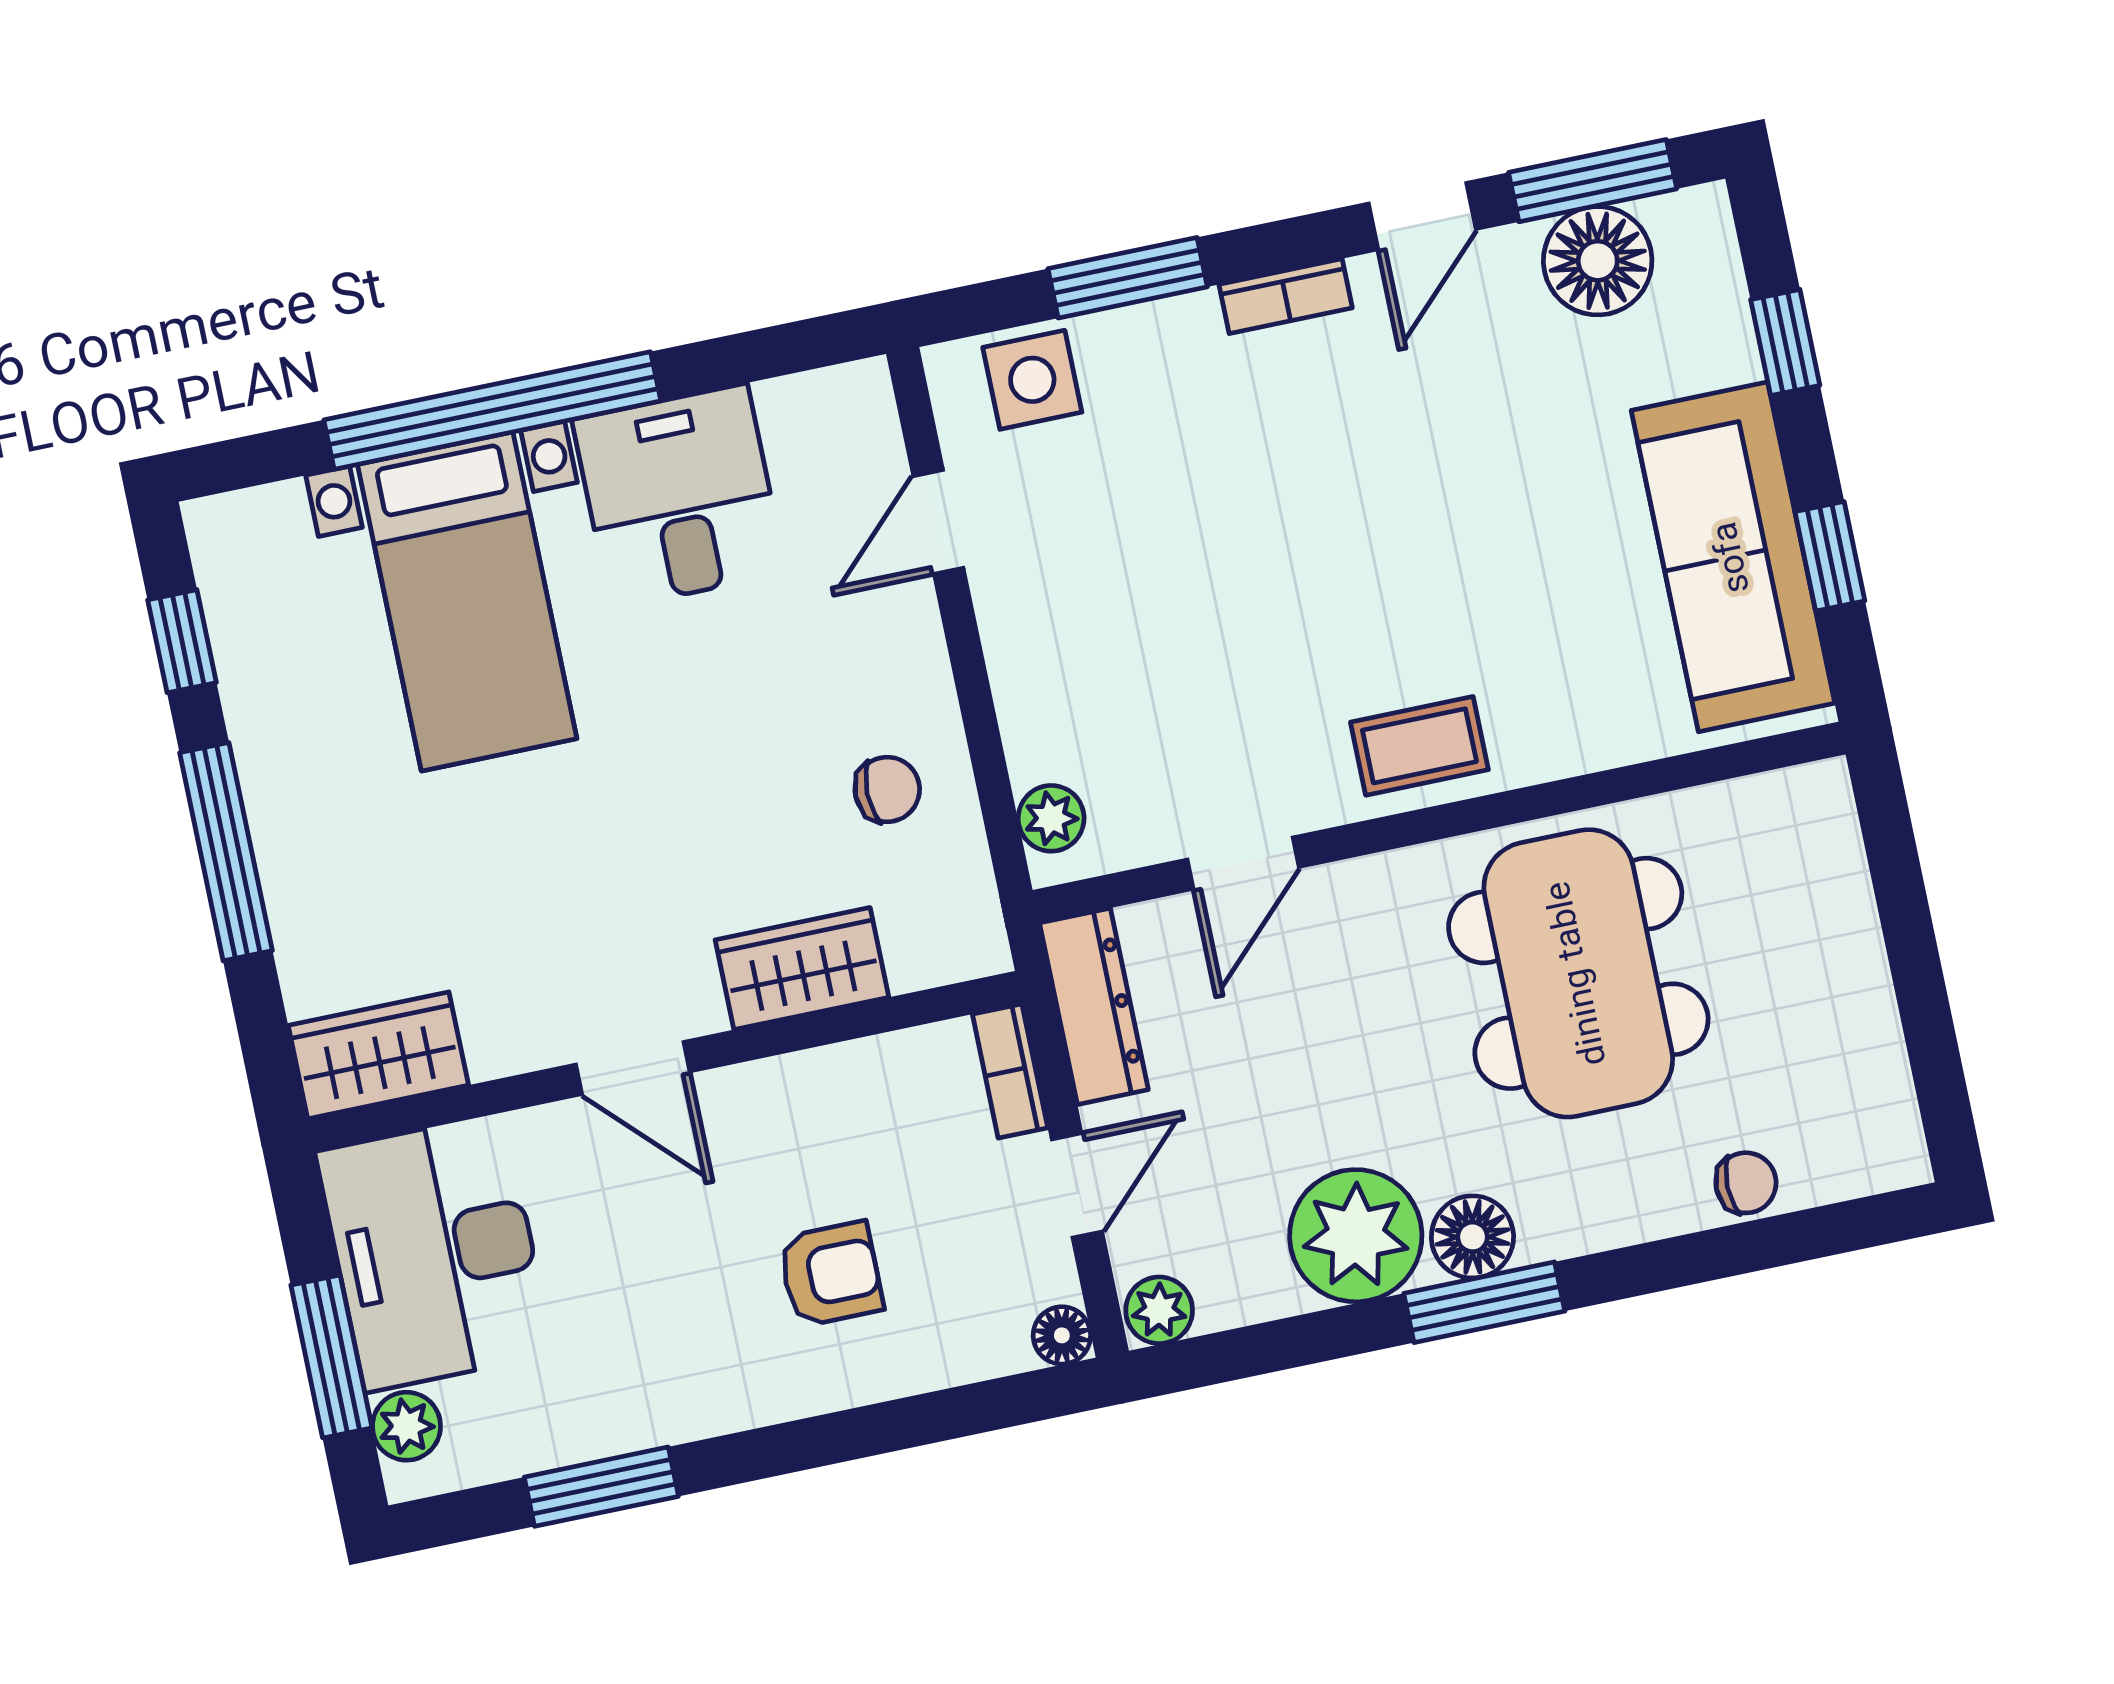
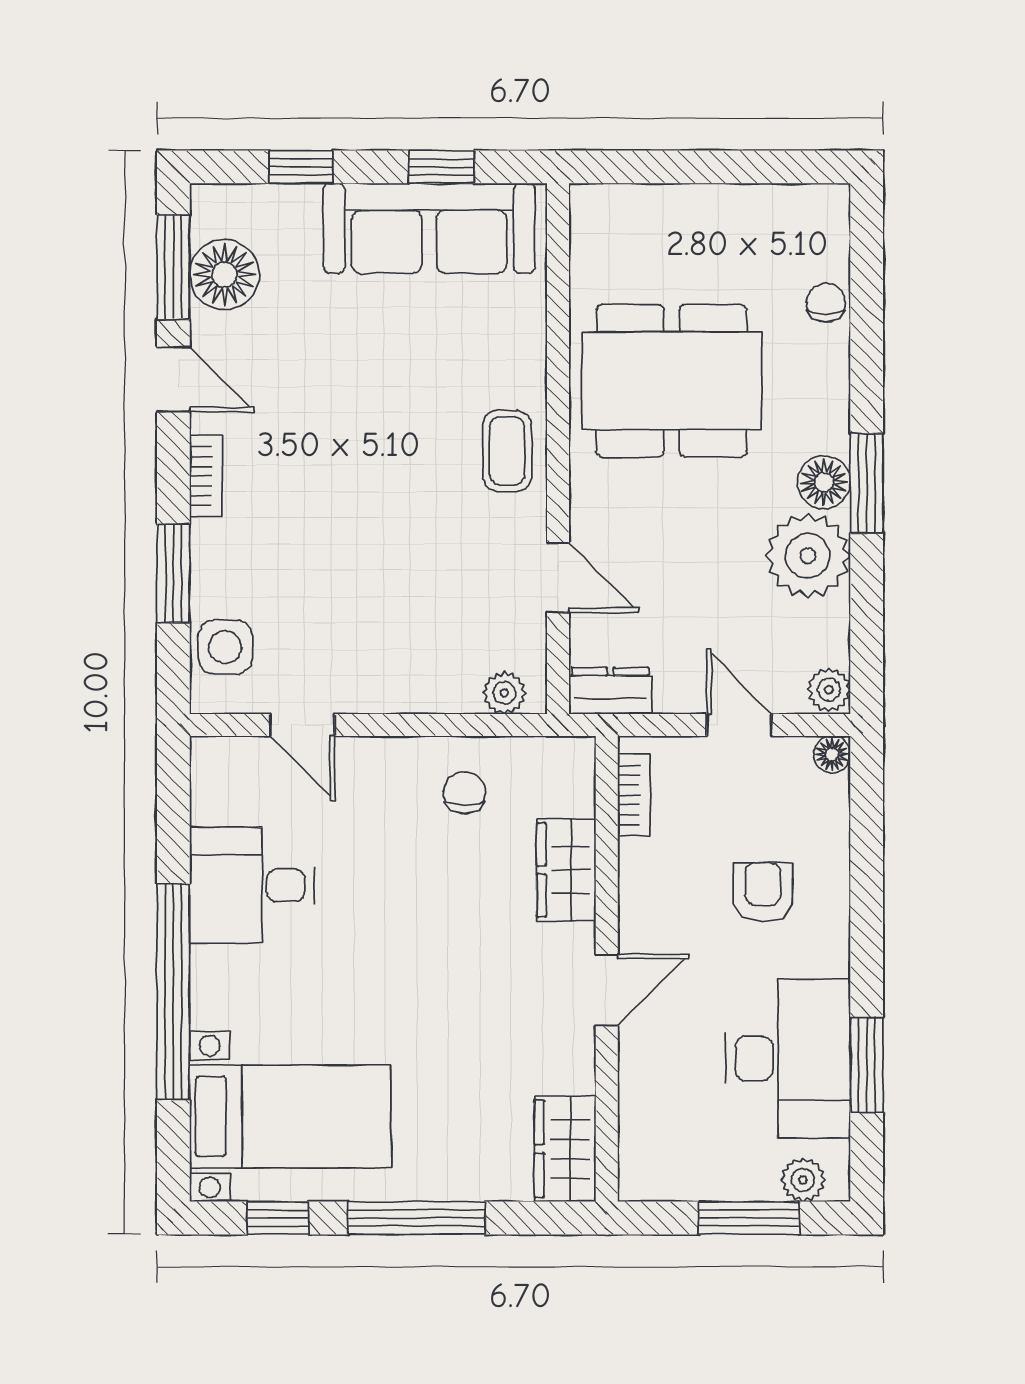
bed with nightstands: (467, 601) -> (290, 1116), moved
dresser: (1094, 1006) -> (610, 691), width x0.70
bookcase: (1010, 1071) -> (634, 795), moved, turned -90
desk: (435, 1253) -> (788, 1059), moved, turned -90

